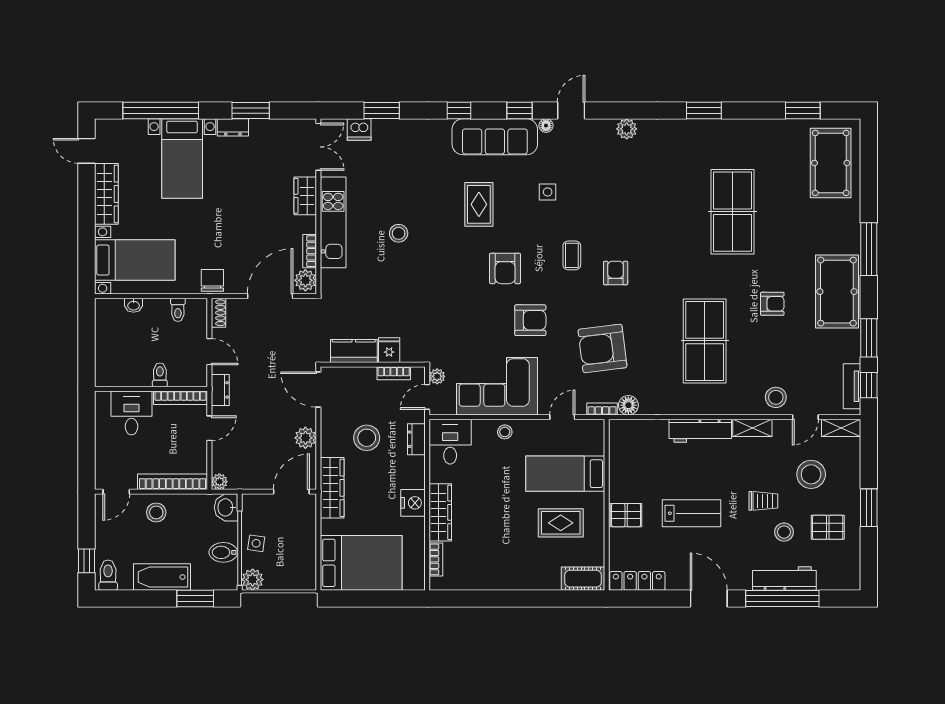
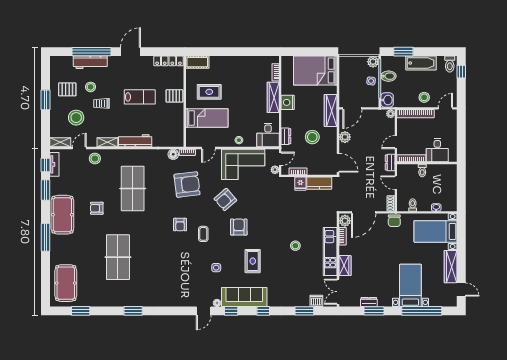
dresser: (233, 127) -> (369, 302), moved
plant: (627, 129) -> (174, 301), removed
armchair: (530, 320) -> (225, 200), turned -41
lab bench: (691, 513) -> (140, 97), turned 180
door: (709, 598) -> (131, 52), swing flipped

